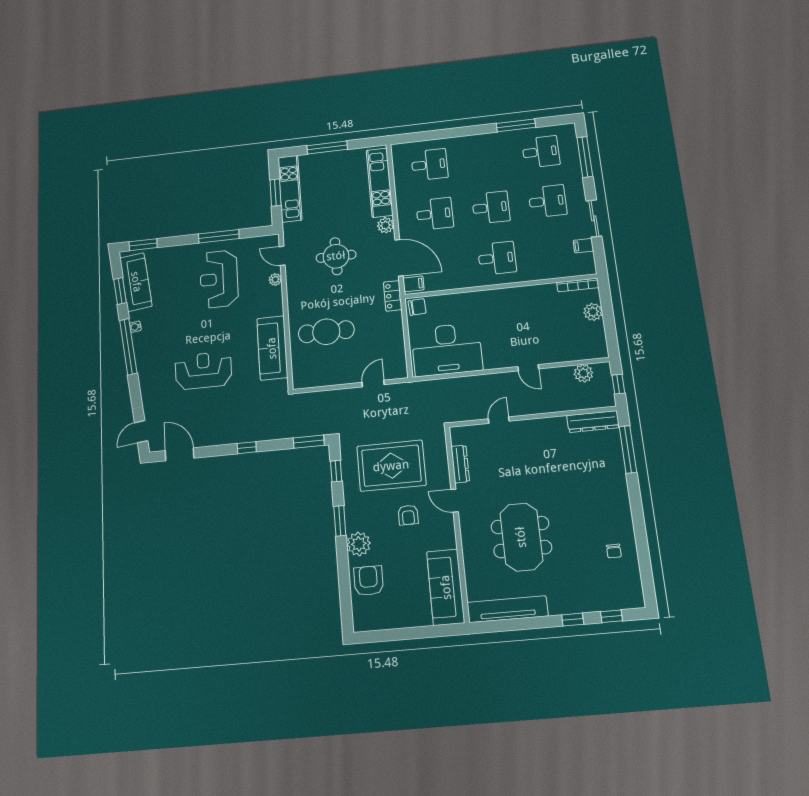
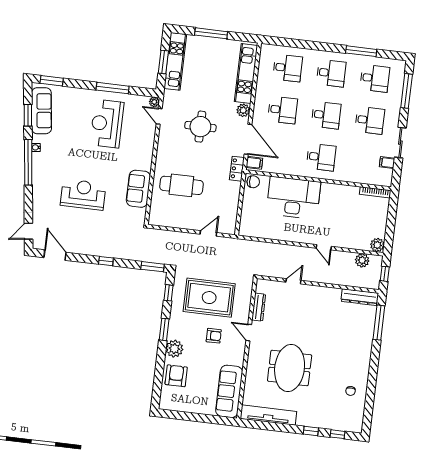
desk: (485, 158) -> (331, 73), added
plant: (275, 280) -> (154, 102), moved
plant: (593, 312) -> (377, 245), moved
sofa: (272, 348) -> (138, 189), width x0.73
desk: (447, 350) -> (293, 198), moved, turned 180
armchair: (408, 515) -> (214, 336), turned -90

